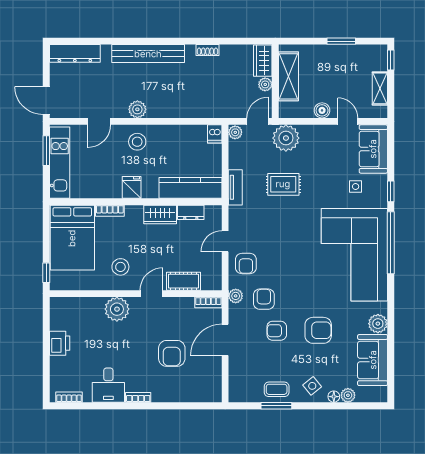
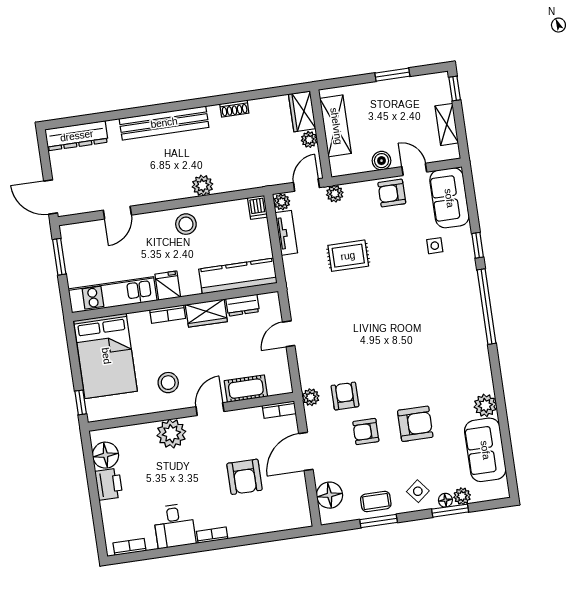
plant: (137, 109) -> (203, 185), moved
plant: (286, 138) -> (335, 194), width x0.53, depth x0.53
stool: (137, 142) -> (186, 224), moved
kitchen unit: (60, 163) -> (113, 295), moved, turned -90
tv unit: (235, 187) -> (286, 233), moved
bookcase: (110, 211) -> (168, 314), moved
corner sofa: (354, 255) -> (445, 327), removed
armchair: (246, 264) -> (392, 193), moved, turned 90
floor lamp: (60, 319) -> (105, 455), added
floor lamp: (239, 379) -> (329, 495), added
window: (336, 406) -> (450, 511), added

